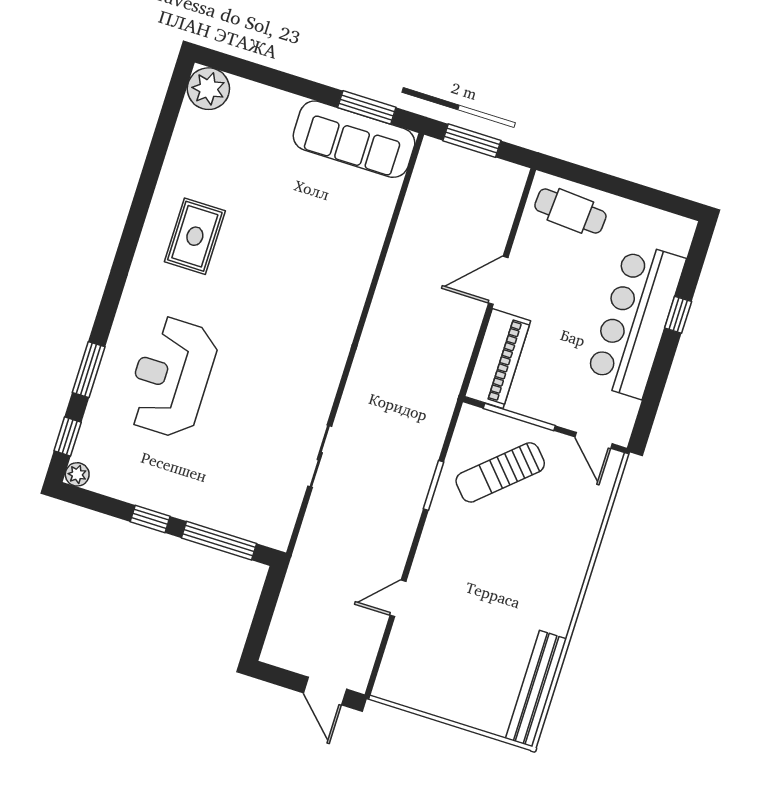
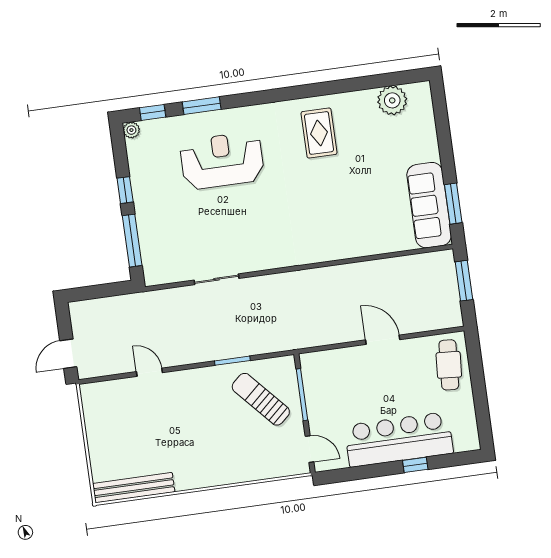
plant: (208, 89) -> (392, 100), moved
rug: (195, 236) -> (319, 133), turned 90
piano: (498, 359) -> (333, 363), removed
door: (593, 440) -> (310, 449), swing flipped

